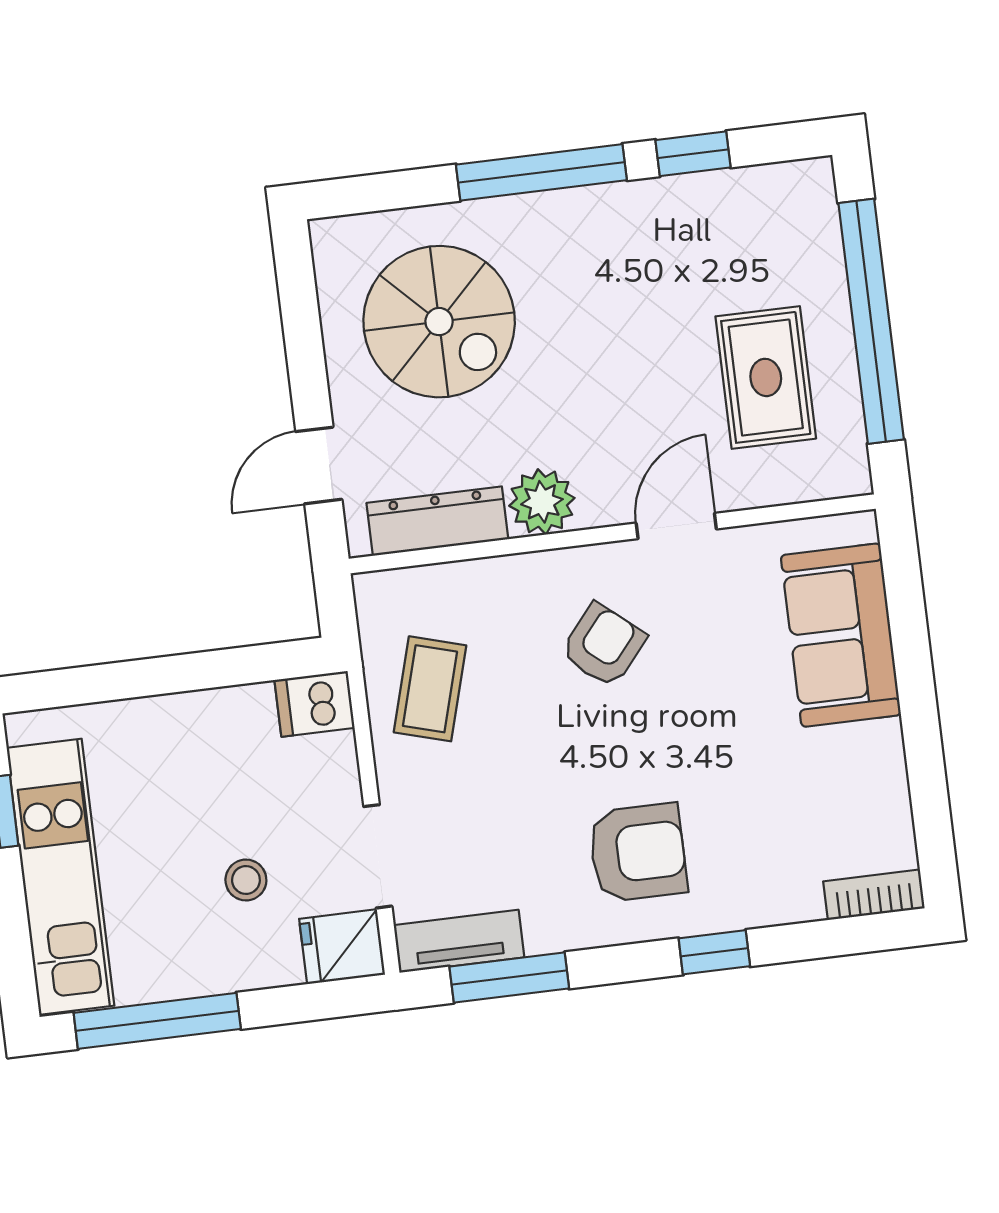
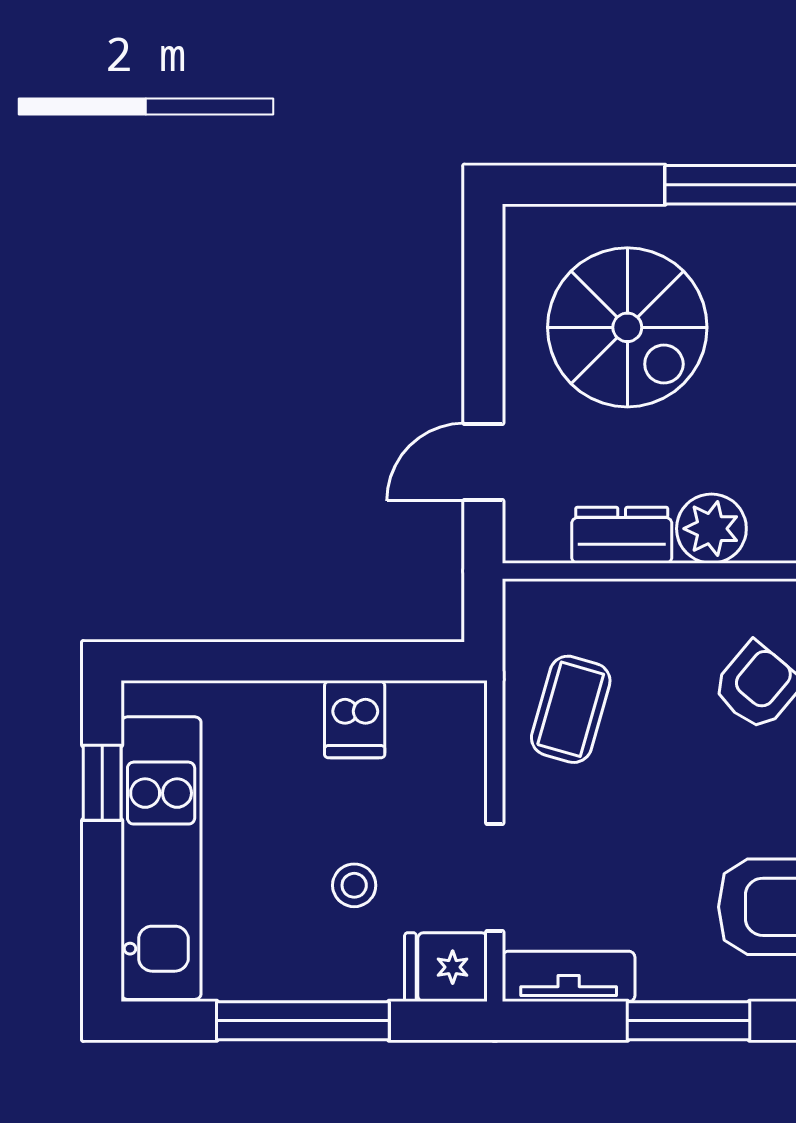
dresser: (437, 521) -> (622, 535), width x0.70
dishwasher: (315, 704) -> (355, 719), moved, turned -90
window: (509, 978) -> (688, 1021), moved
window: (157, 1021) -> (303, 1021), moved

